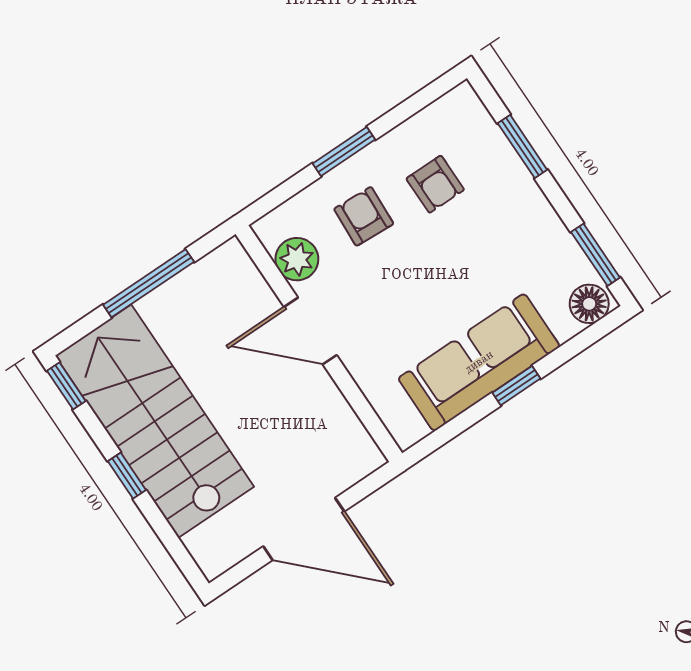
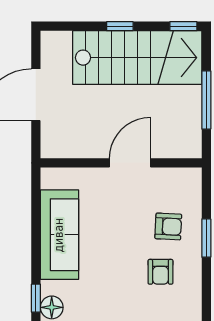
armchair: (435, 184) -> (160, 272), turned -90
plant: (297, 259) -> (169, 180), removed
window: (516, 386) -> (36, 298), moved

